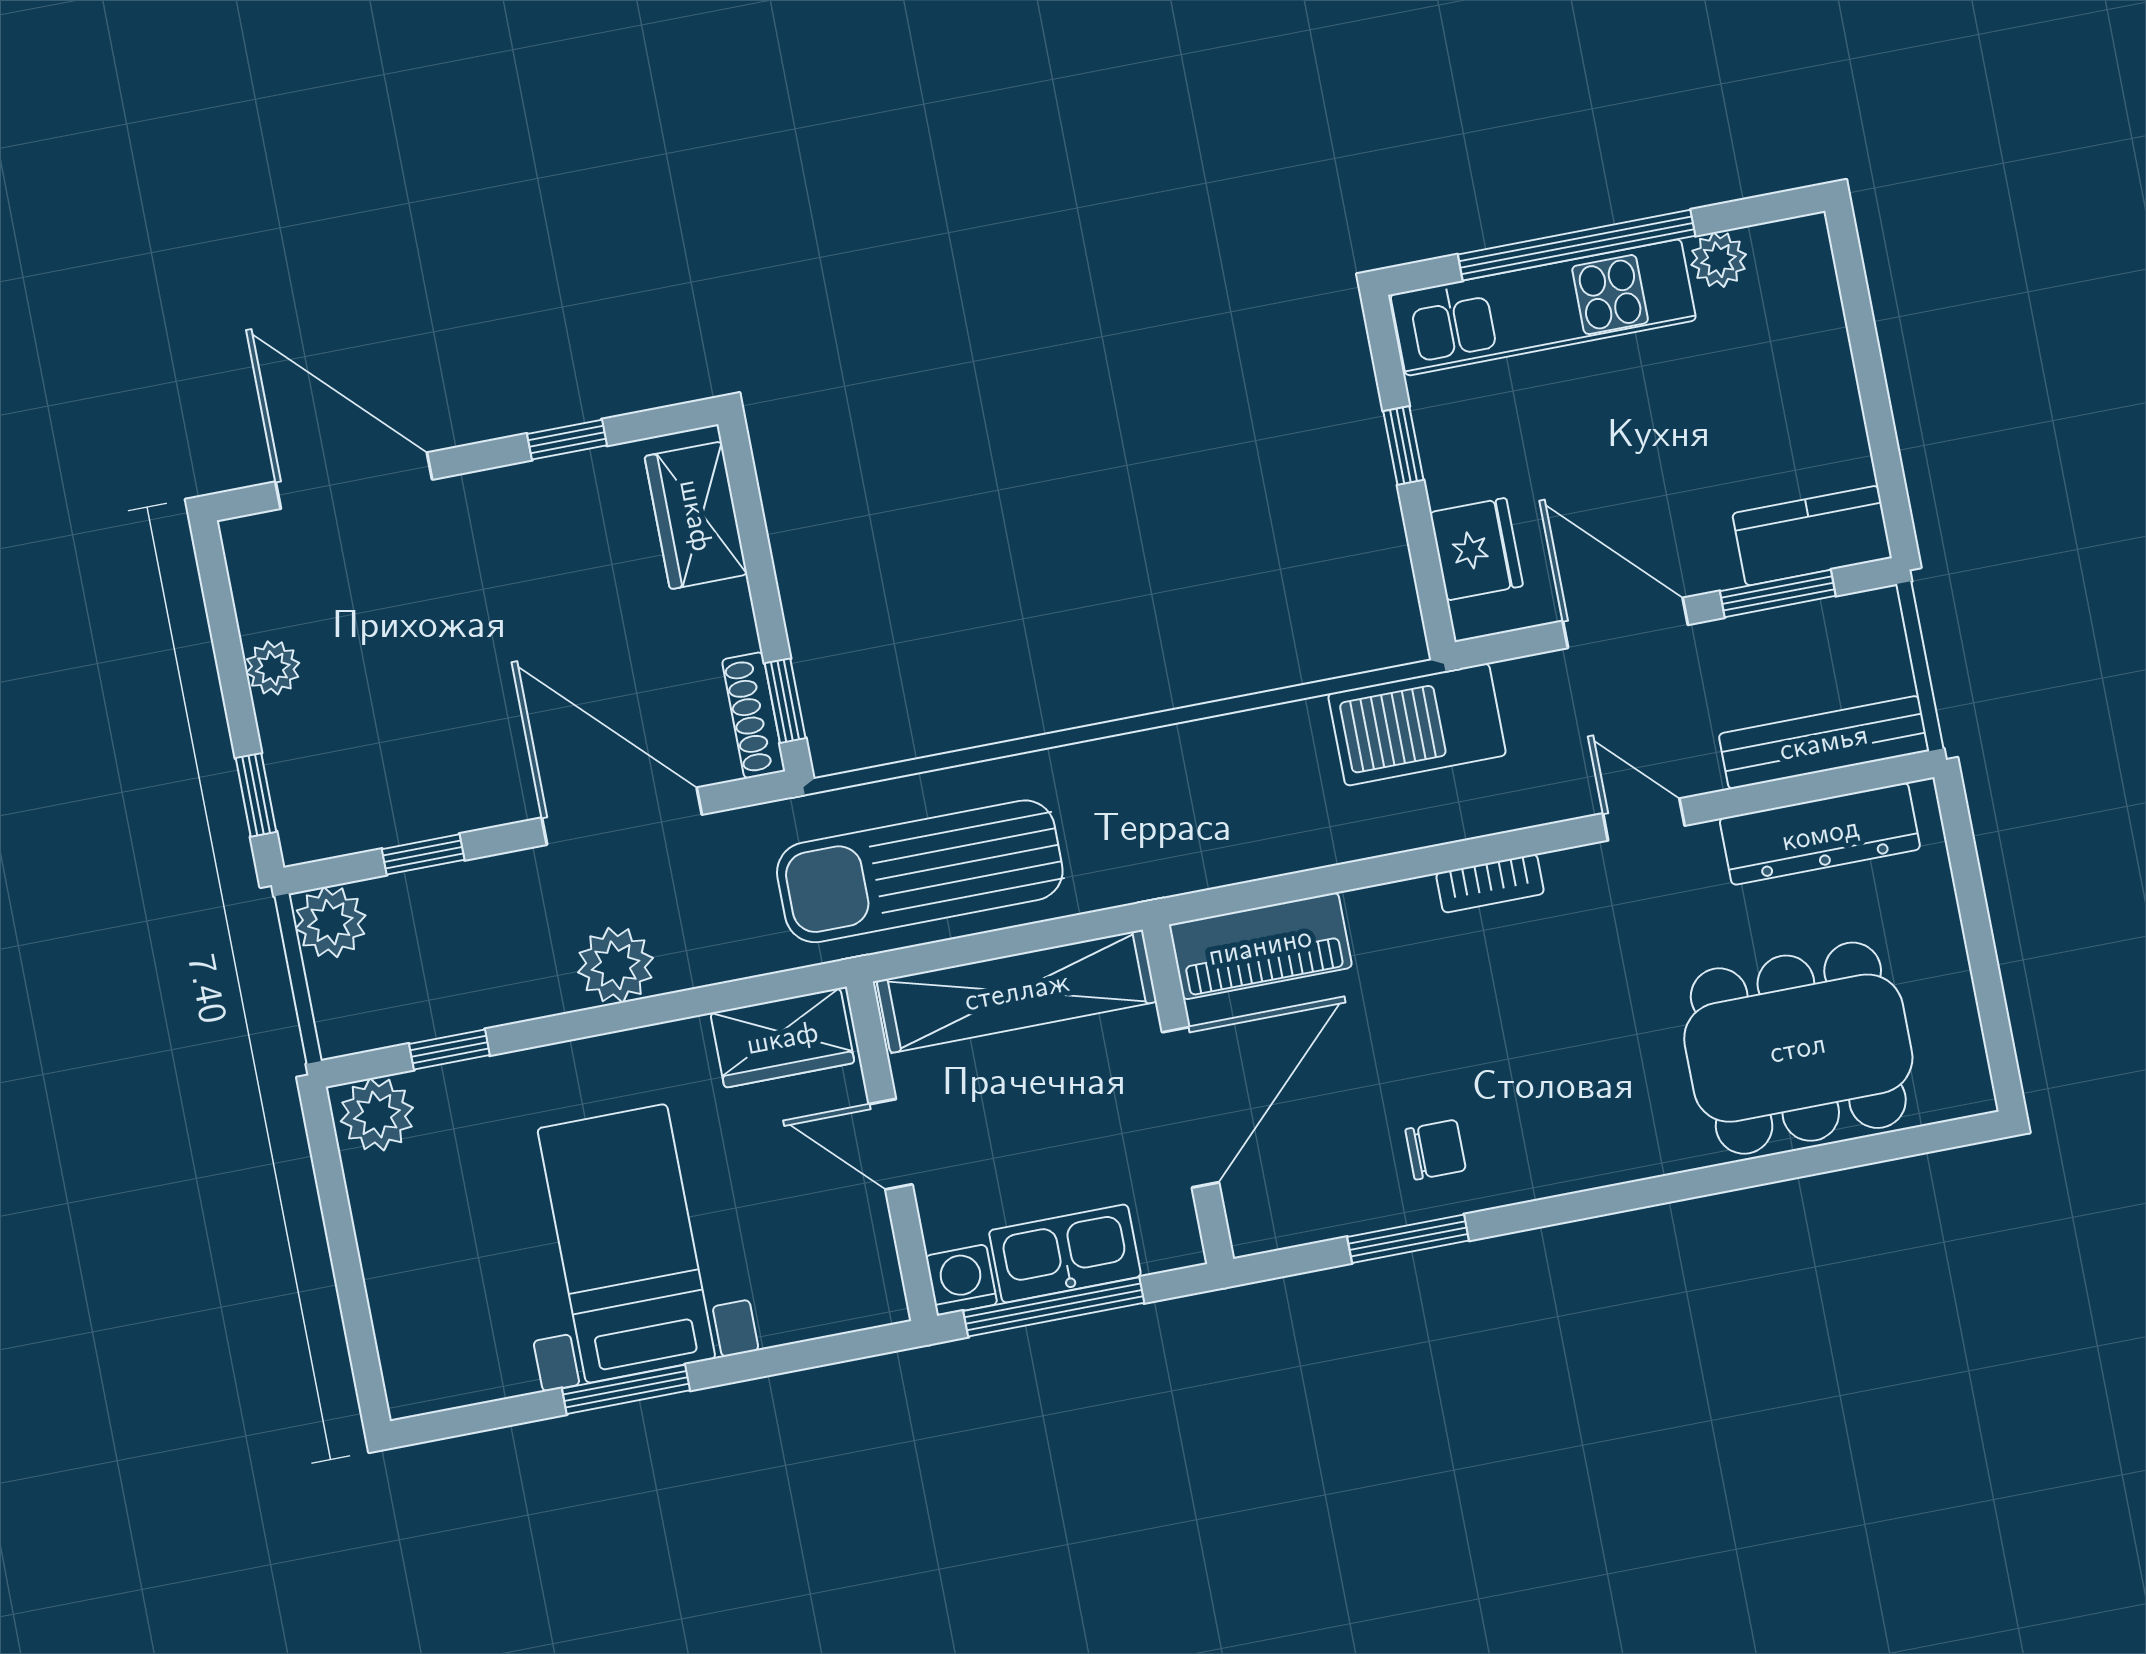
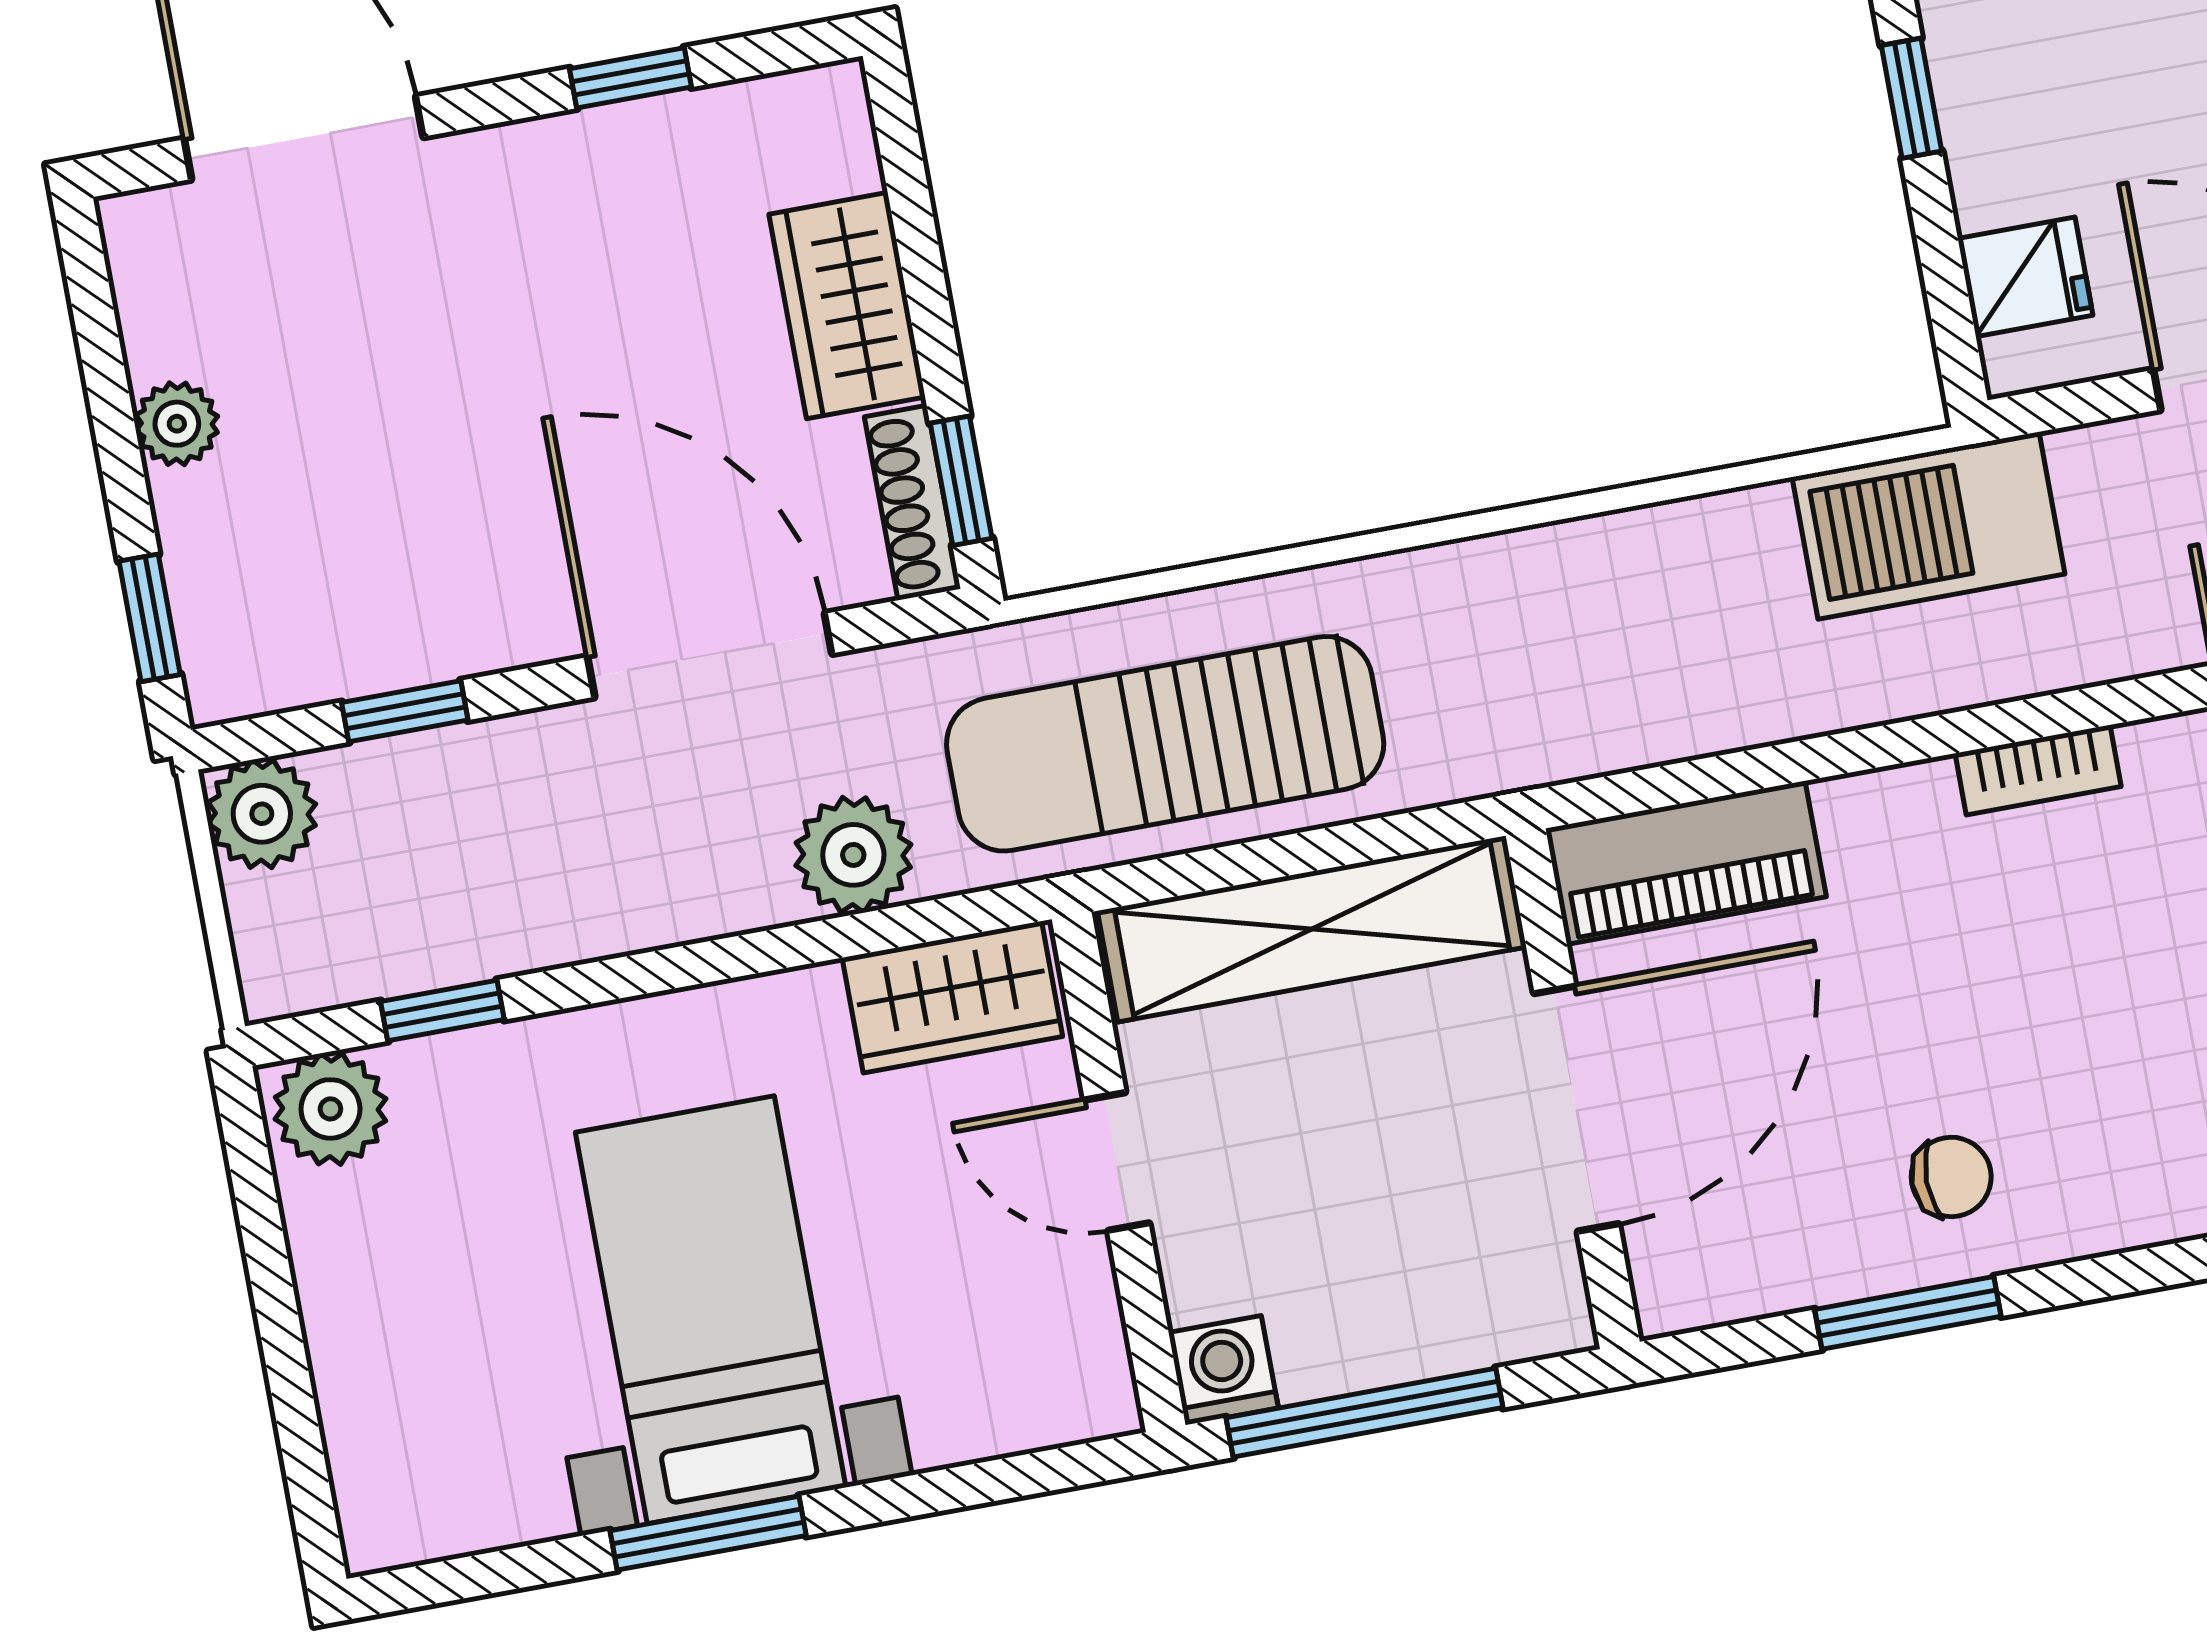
wardrobe: (696, 515) -> (847, 306), moved
fridge: (1476, 549) -> (2025, 277), width x0.72
plant: (616, 965) -> (853, 855), moved
kitchen sink: (1065, 1253) -> (1382, 1331), removed

